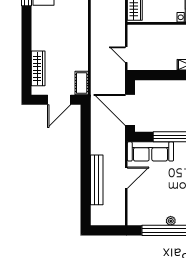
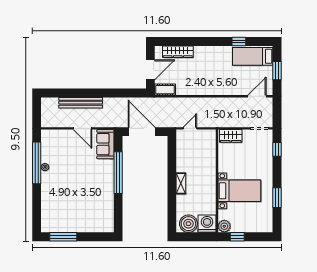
door: (59, 100) -> (150, 70), swing flipped
door: (130, 110) -> (142, 132), hinge flipped
sofa: (150, 151) -> (105, 144), width x0.74

